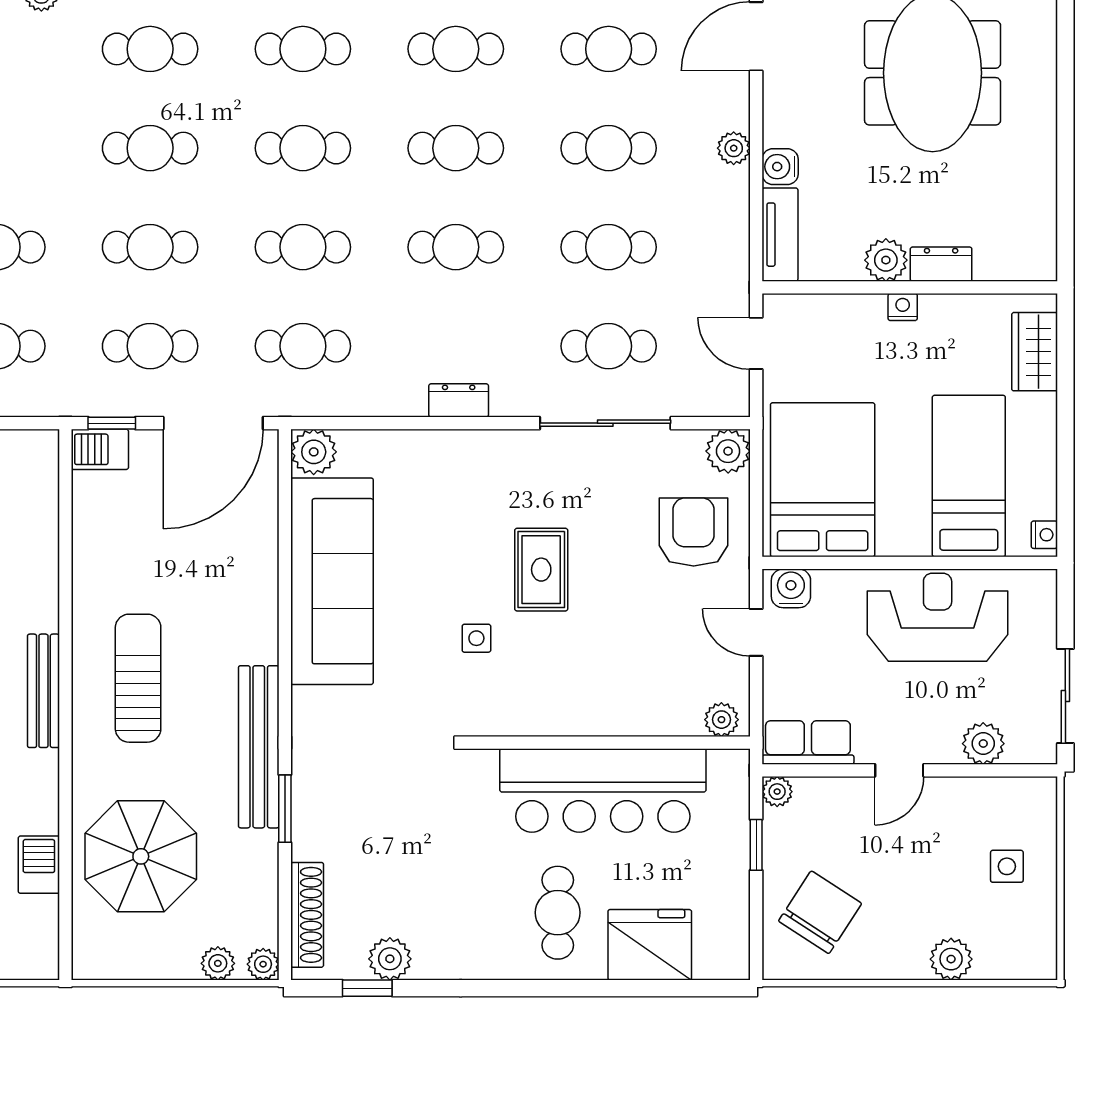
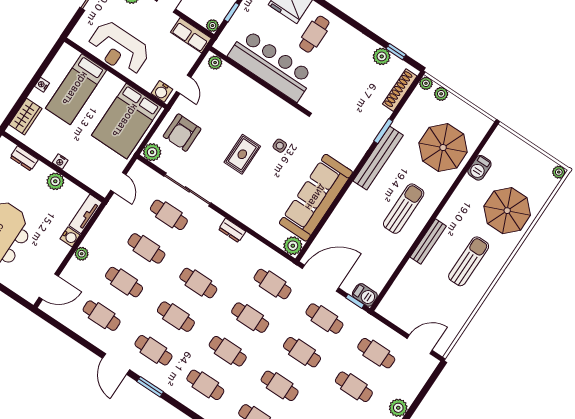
dresser: (941, 264) -> (24, 158), moved
nightstand: (1044, 535) -> (42, 85), moved
sun lounger: (138, 678) -> (404, 209), turned 180
bench: (43, 691) -> (428, 241), moved

